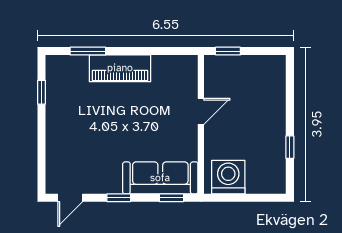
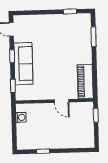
piano: (120, 68) -> (85, 81), moved
washing machine: (228, 177) -> (21, 117), width x0.53, depth x0.53
sofa: (160, 178) -> (23, 64), moved

